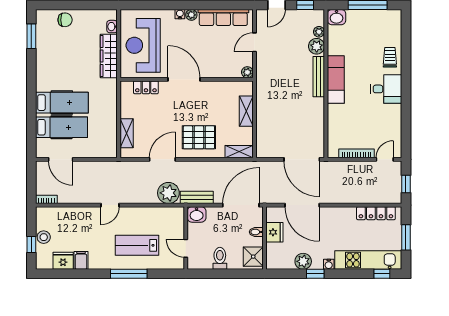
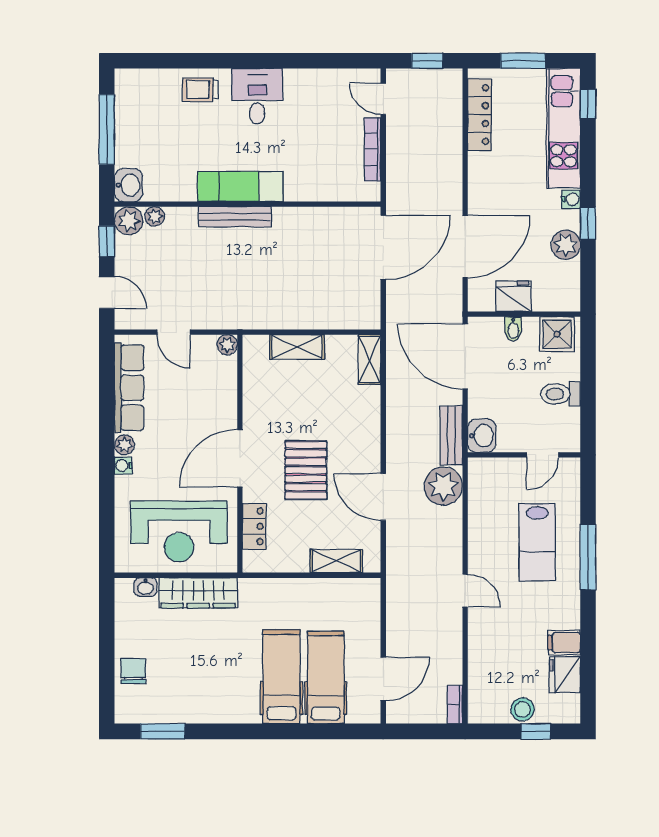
plant: (317, 46) -> (129, 221), moved
pallet: (199, 137) -> (306, 470), moved

